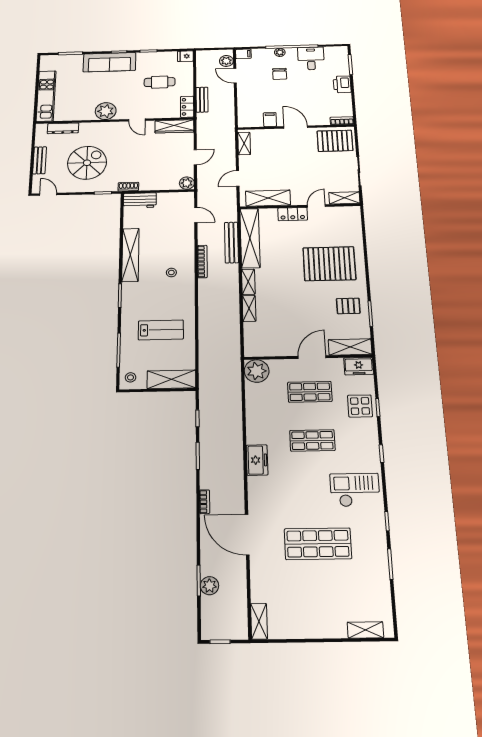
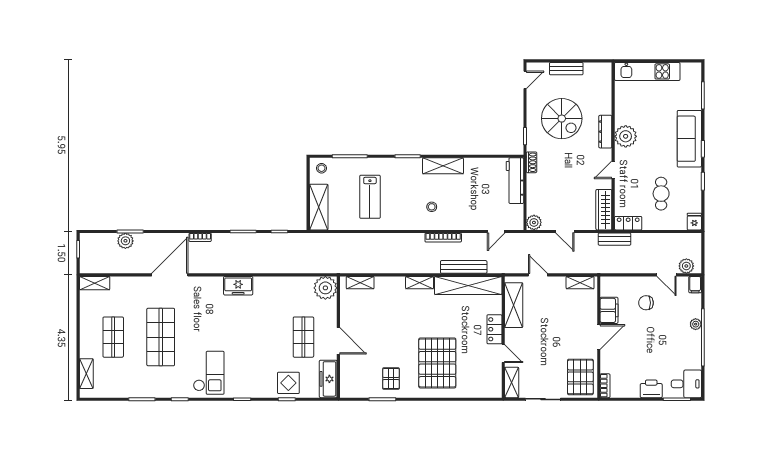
desk: (311, 58) -> (686, 384), moved
chair: (280, 74) -> (646, 303), moved
door: (235, 76) -> (667, 275), swing flipped
bench: (202, 100) -> (615, 239), moved
filing cabinet: (270, 120) -> (609, 310), width x2.00
dresser: (63, 128) -> (605, 132), moved
workbench: (140, 200) -> (515, 181), width x1.38
shelving: (130, 255) -> (443, 166), width x0.68
shelving: (249, 308) -> (360, 283), moved
shelving: (350, 347) -> (348, 378), removed
freezer: (359, 366) -> (328, 379), width x1.40
shop shelf: (312, 440) -> (113, 337), moved

